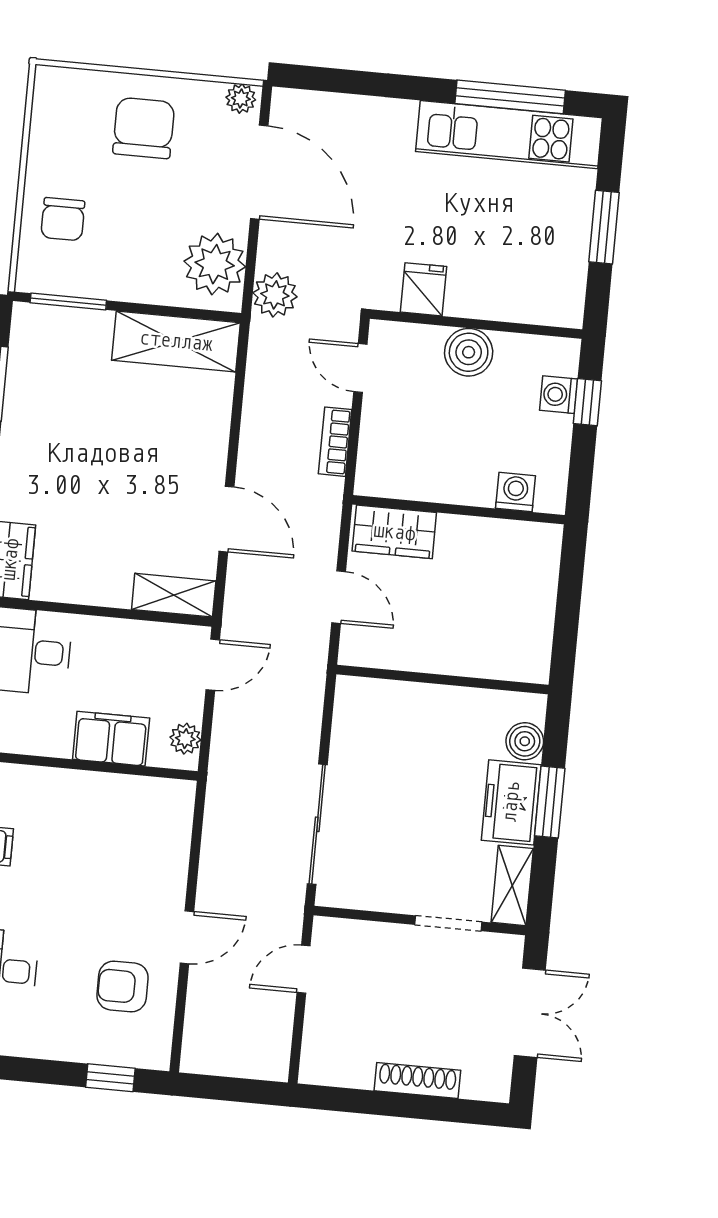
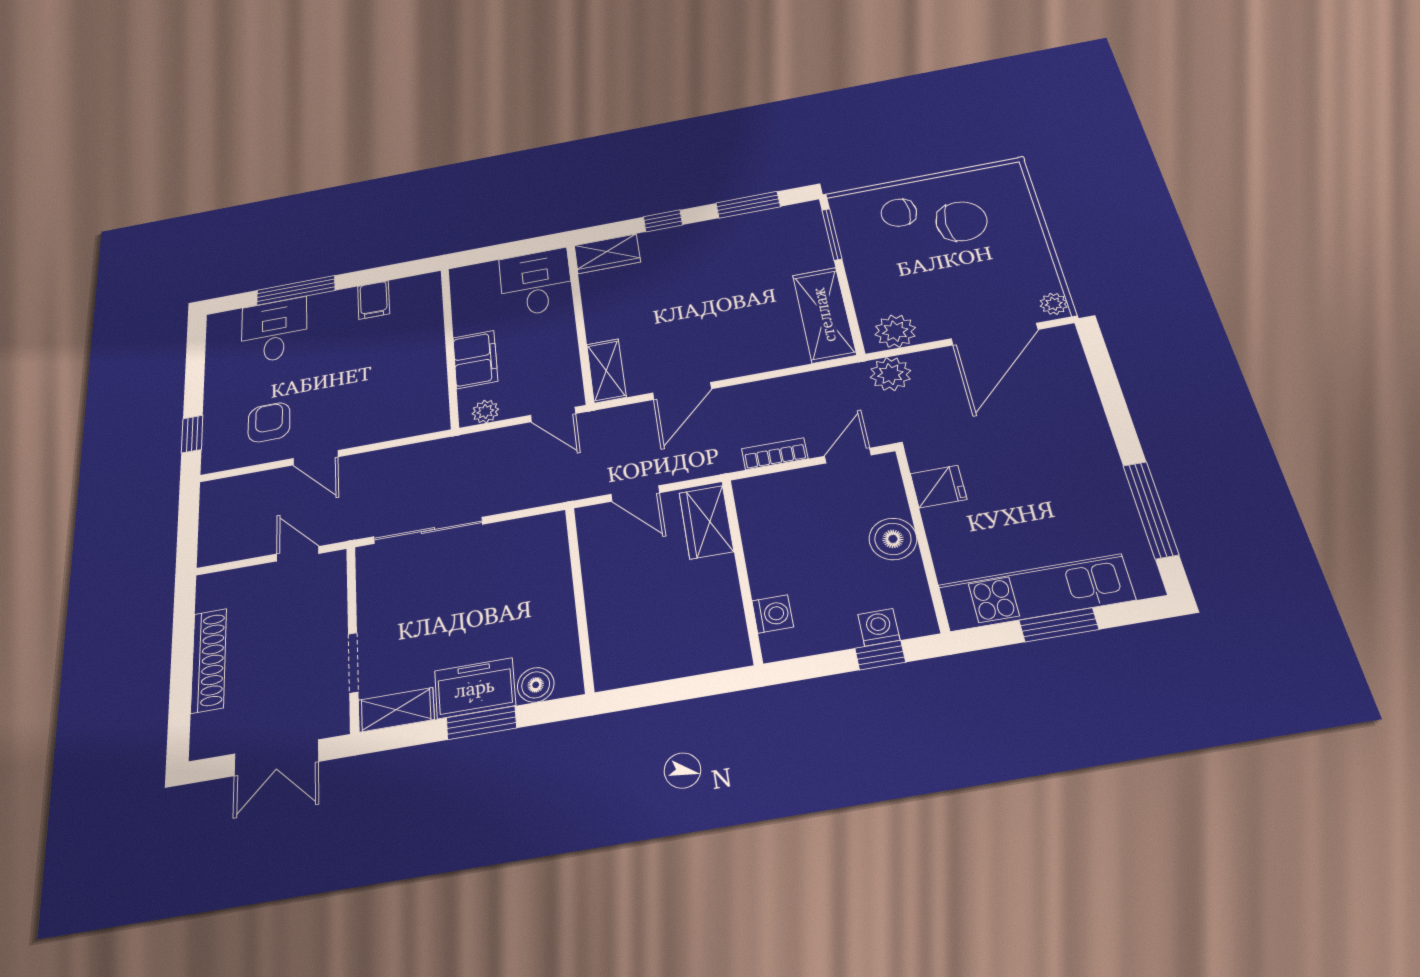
chair: (144, 128) -> (961, 221), moved
kitchen unit: (509, 135) -> (1036, 593), moved, turned 90
plant: (215, 264) -> (895, 331), width x0.73, depth x0.73
door: (339, 597) -> (635, 494), hinge flipped
shoe rack: (417, 1080) -> (209, 660), width x1.36, depth x1.24

